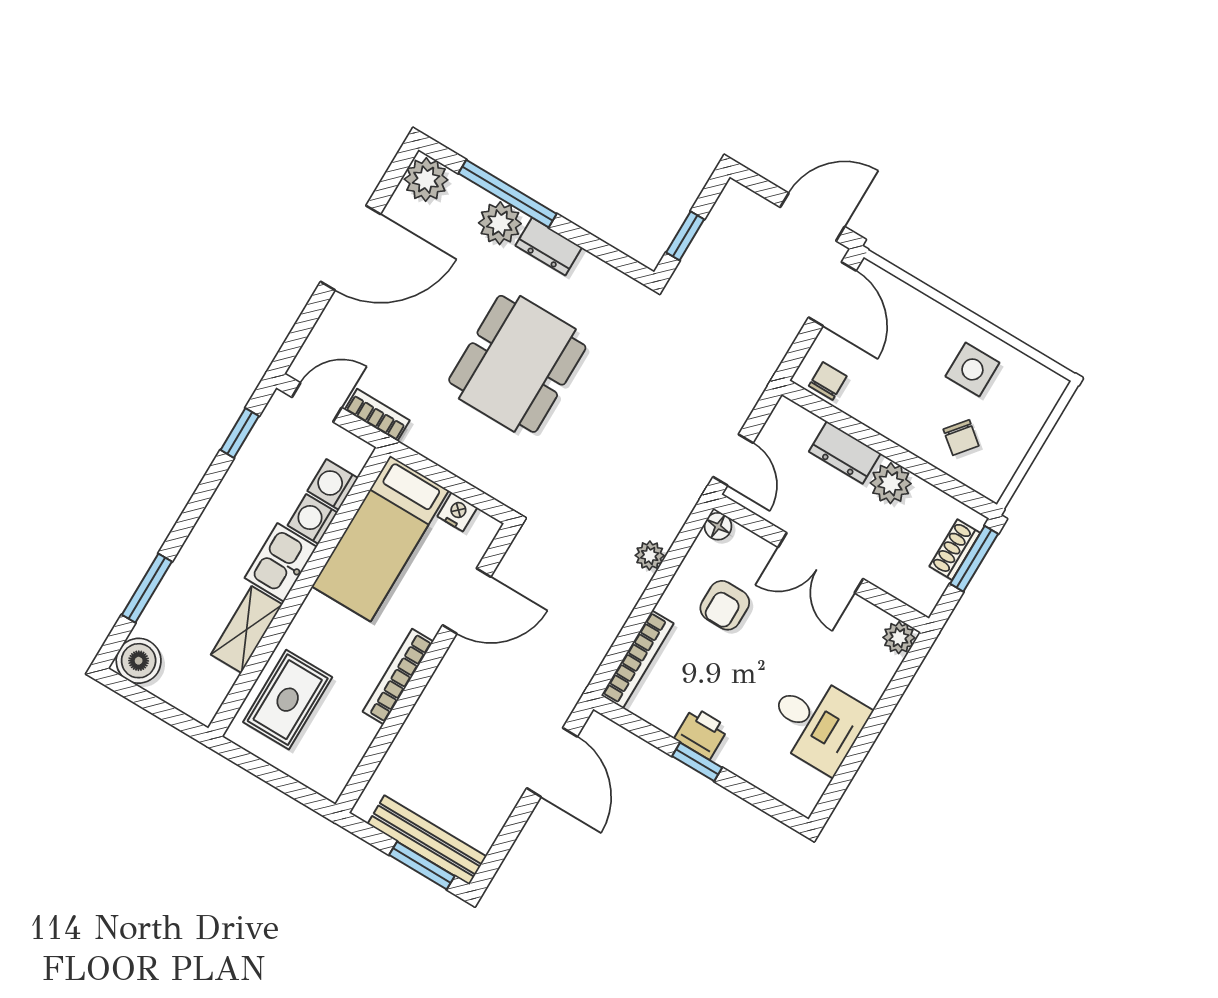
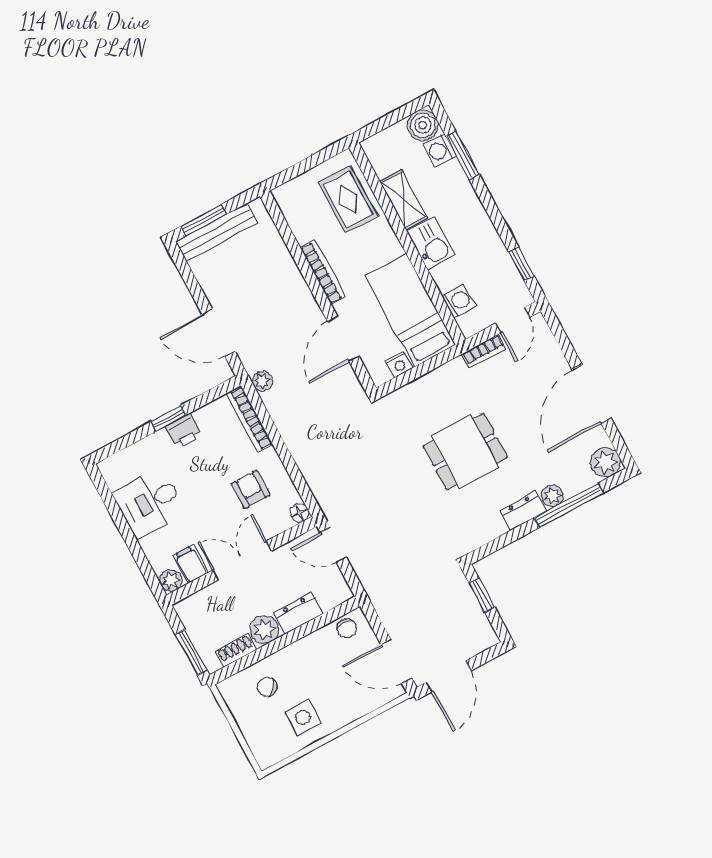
plant: (500, 223) -> (552, 496), width x0.73, depth x0.73
dining table: (517, 364) -> (465, 452), width x0.73
washing machine: (312, 519) -> (440, 150), moved, turned 180
shoe rack: (955, 550) -> (236, 650), moved, turned -90
plant: (650, 556) -> (262, 381), moved
filing cabinet: (864, 625) -> (191, 564), added

